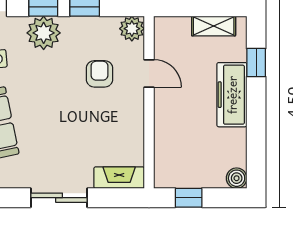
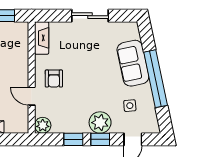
armchair: (99, 74) -> (54, 79), moved
fireplace: (119, 178) -> (42, 38), moved, turned -90

